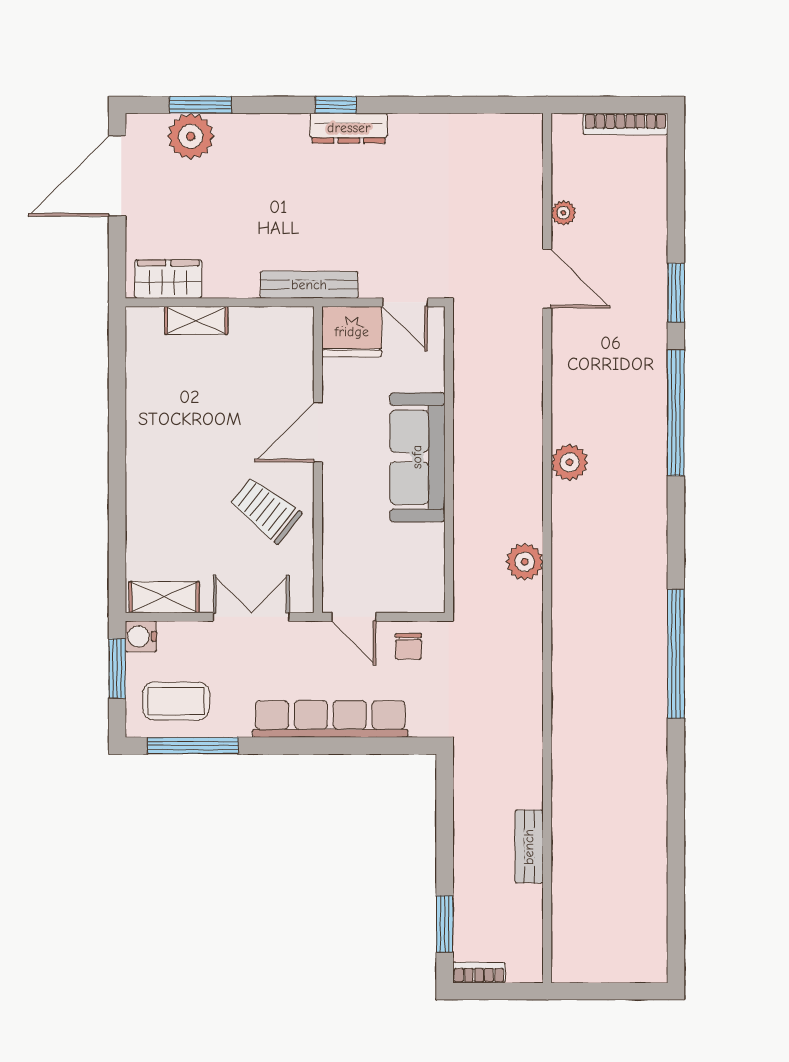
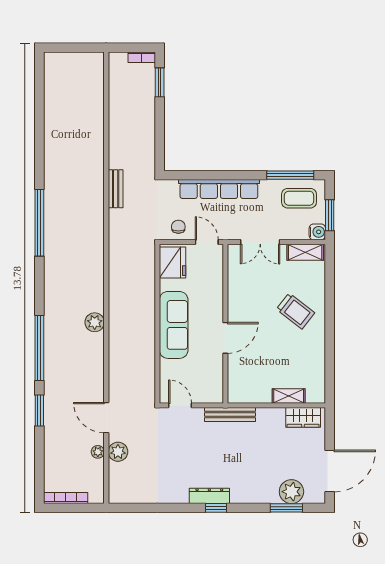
fridge: (352, 332) -> (173, 263), moved, turned 90
trolley: (266, 510) -> (295, 311), moved
plant: (525, 562) -> (118, 452), moved
bench: (529, 847) -> (116, 189), moved

